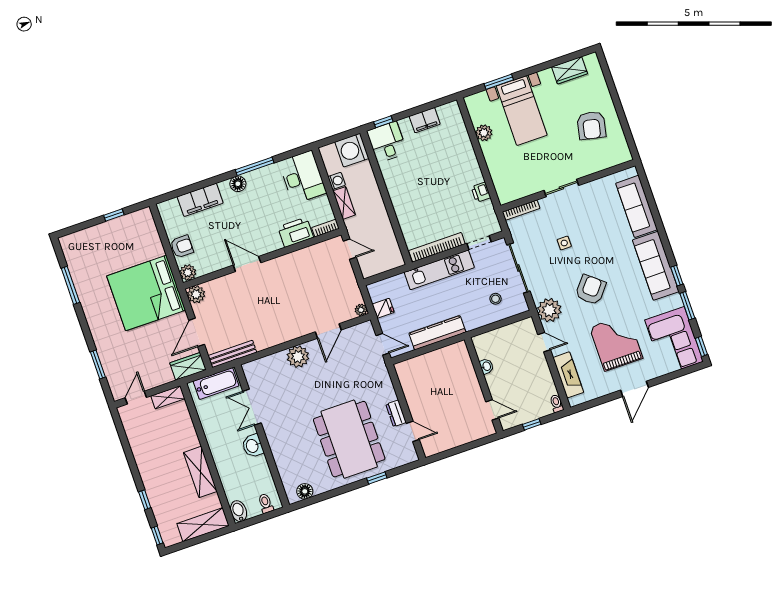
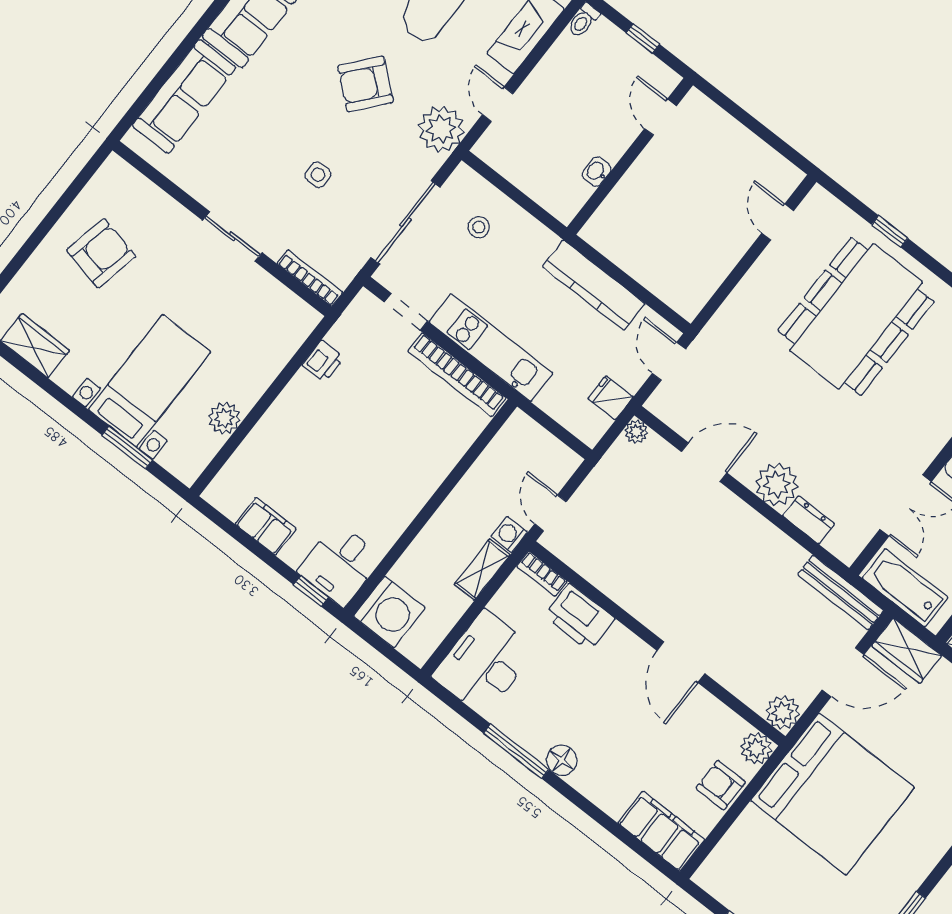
washing machine: (337, 181) -> (509, 534), moved
filing cabinet: (200, 200) -> (661, 831), moved
dresser: (396, 413) -> (809, 520), moved, turned -90

